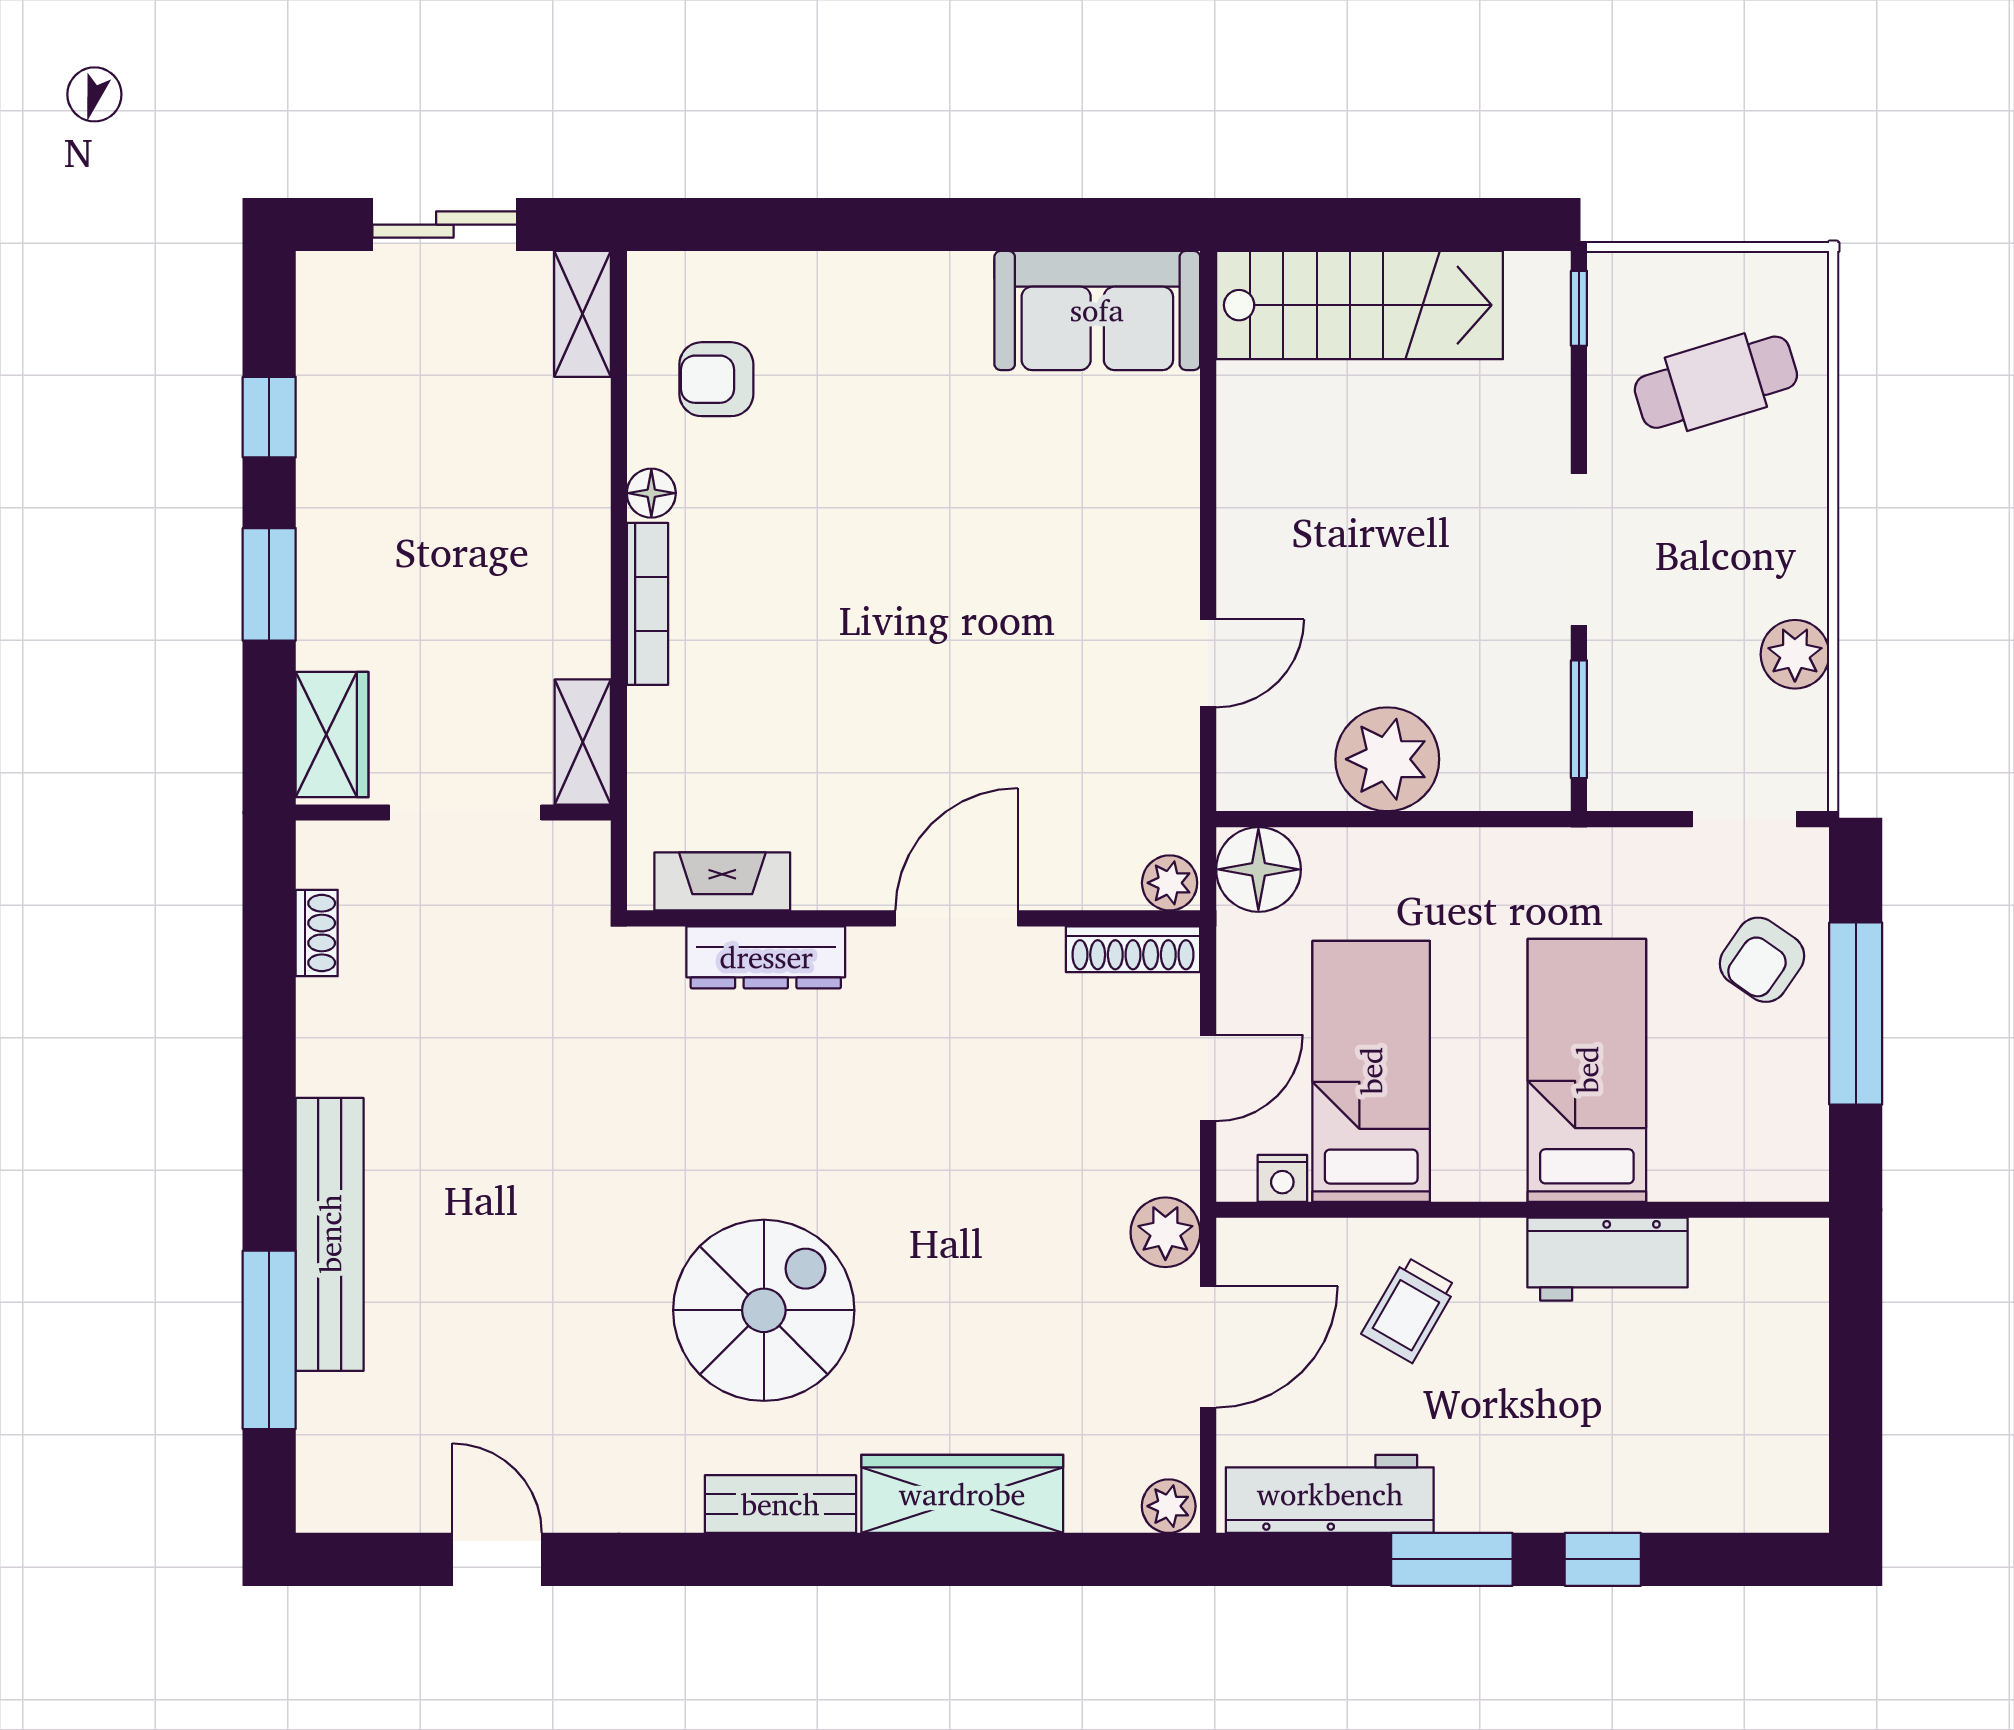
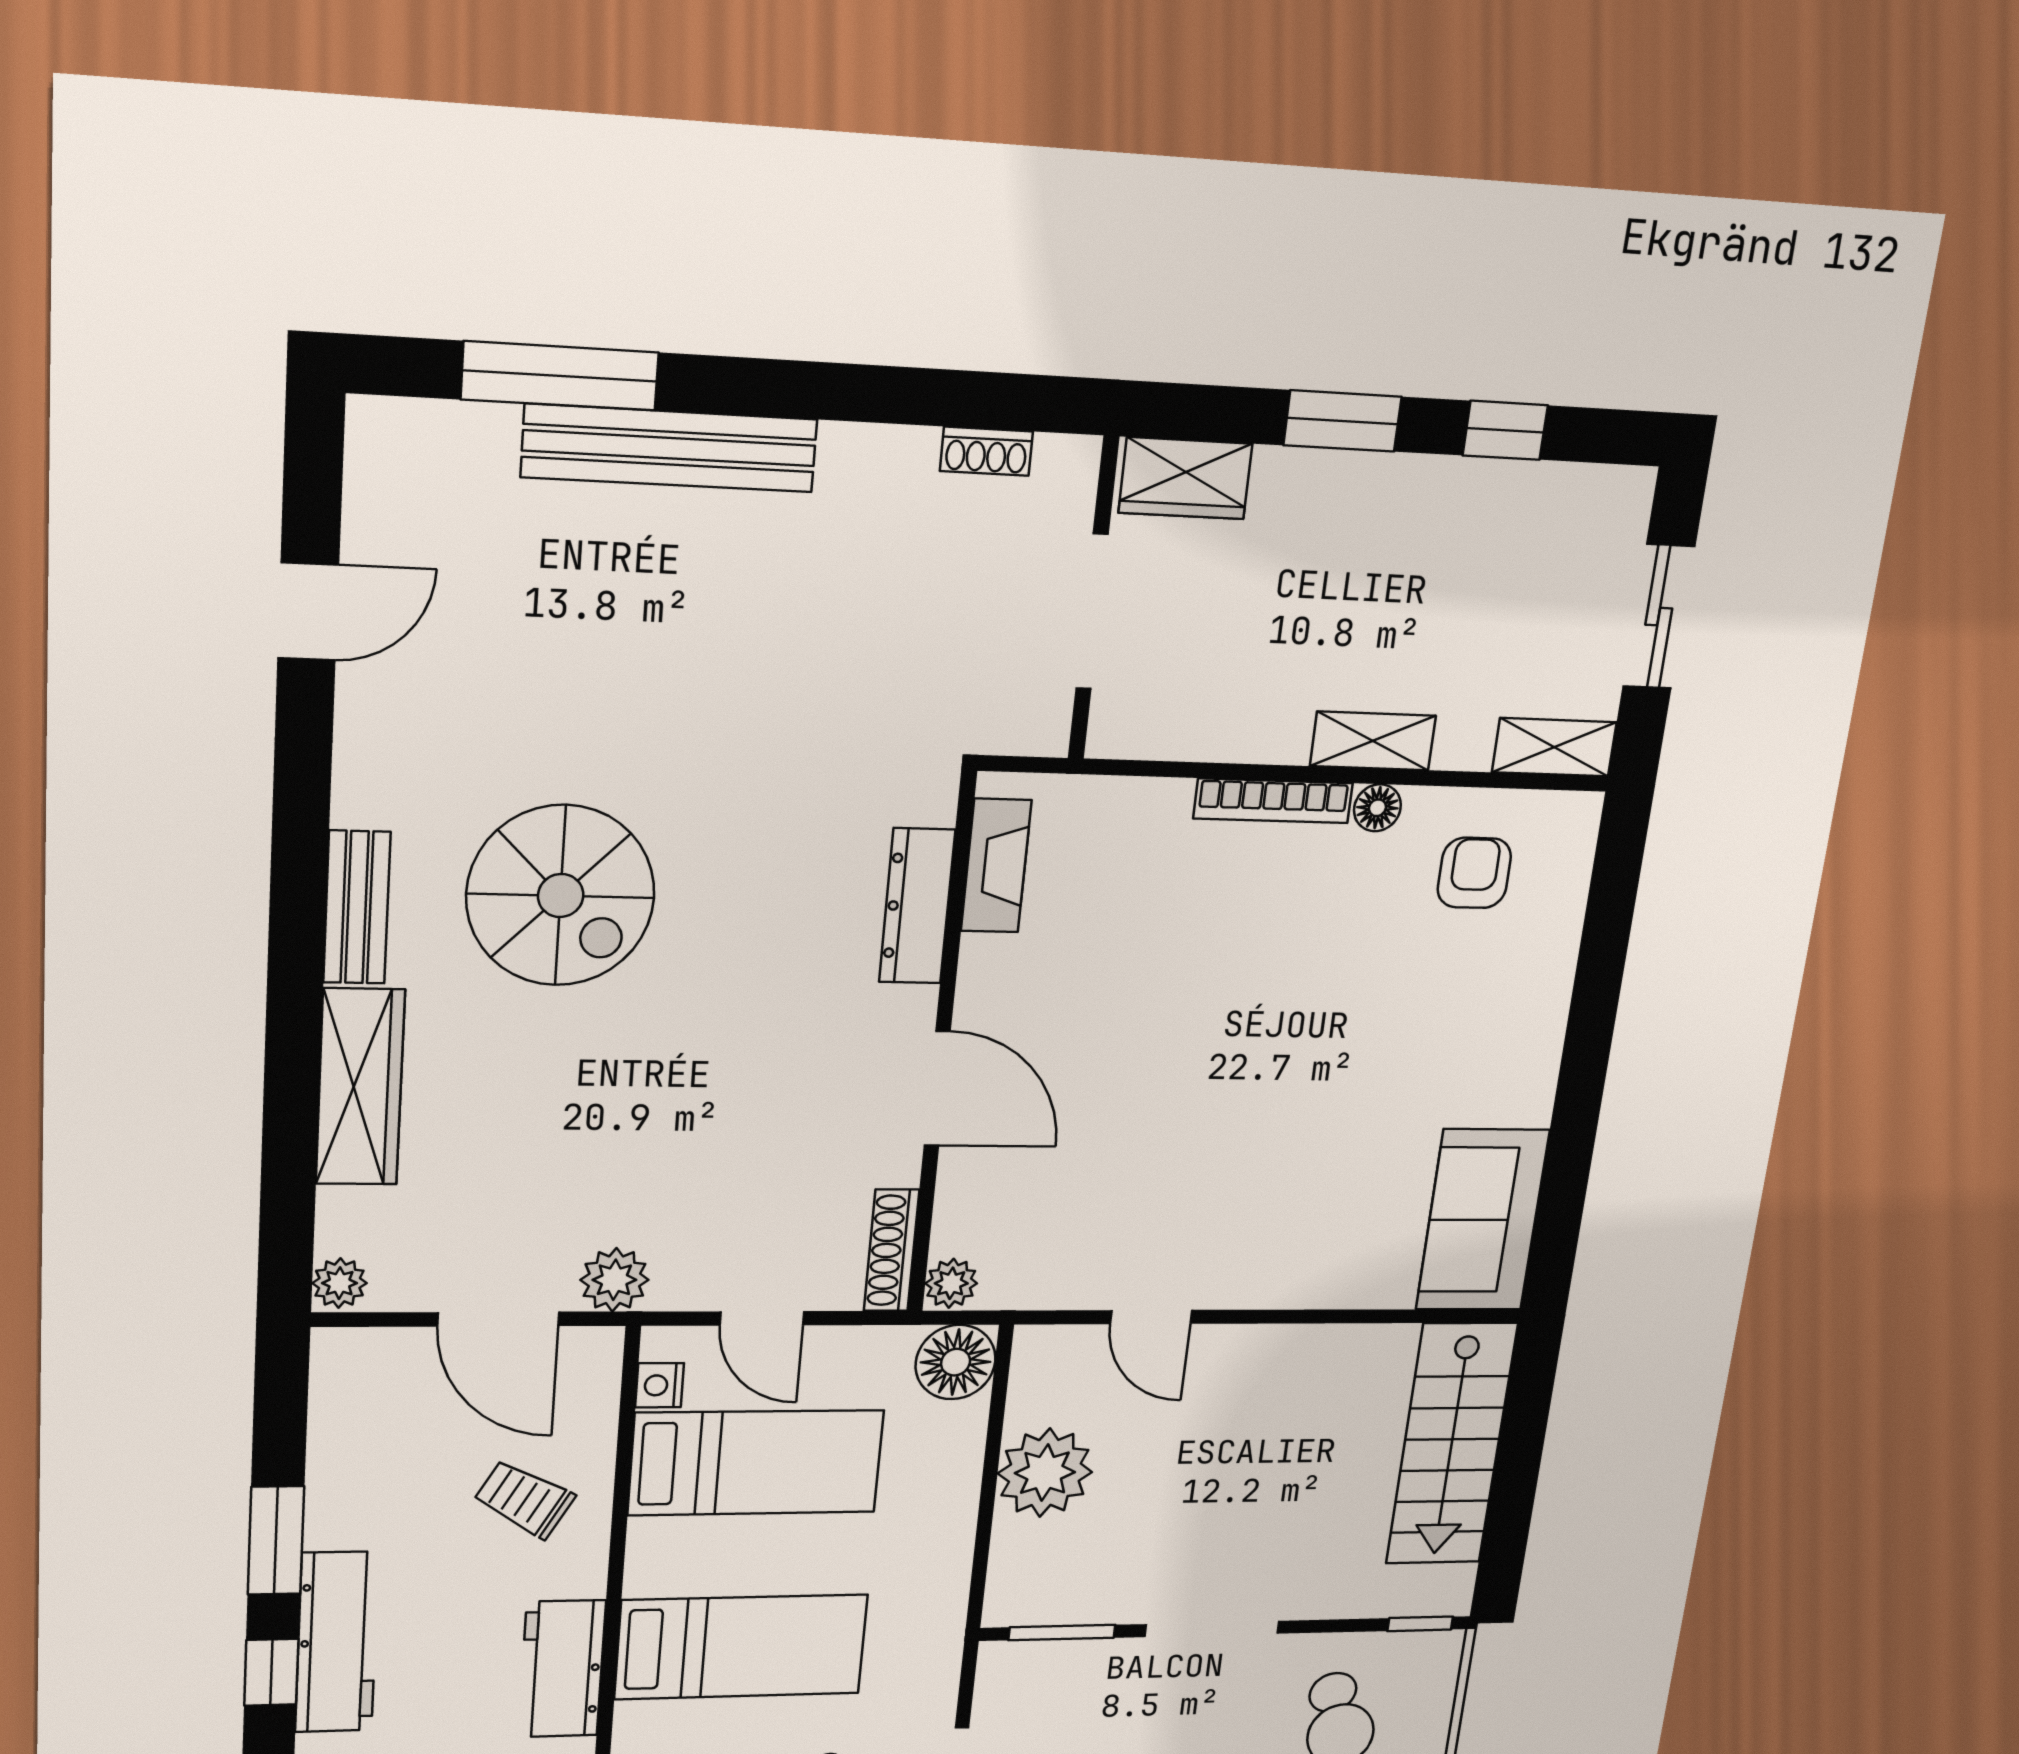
shelving: (583, 742) -> (1373, 741), moved
workbench: (1330, 1494) -> (337, 1642), moved

